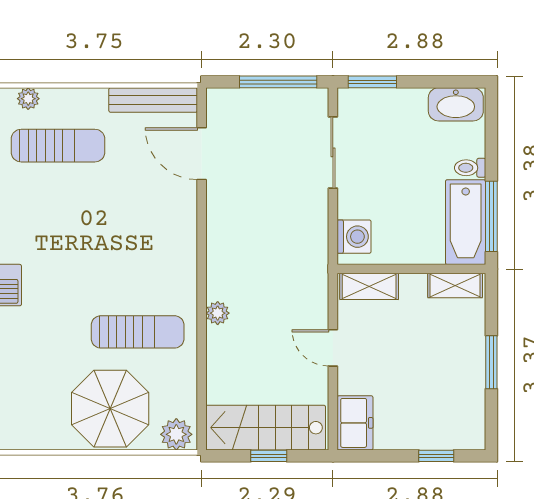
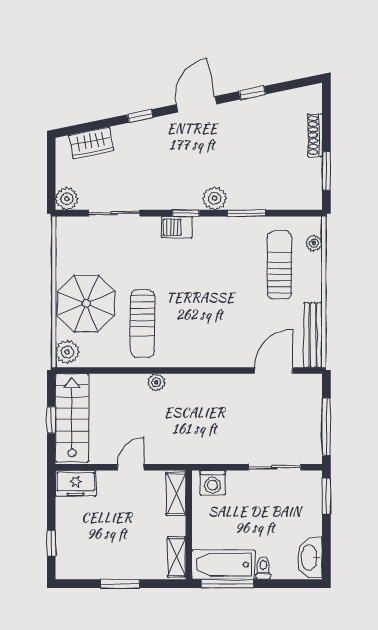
sun lounger: (58, 146) -> (279, 265), turned 180

